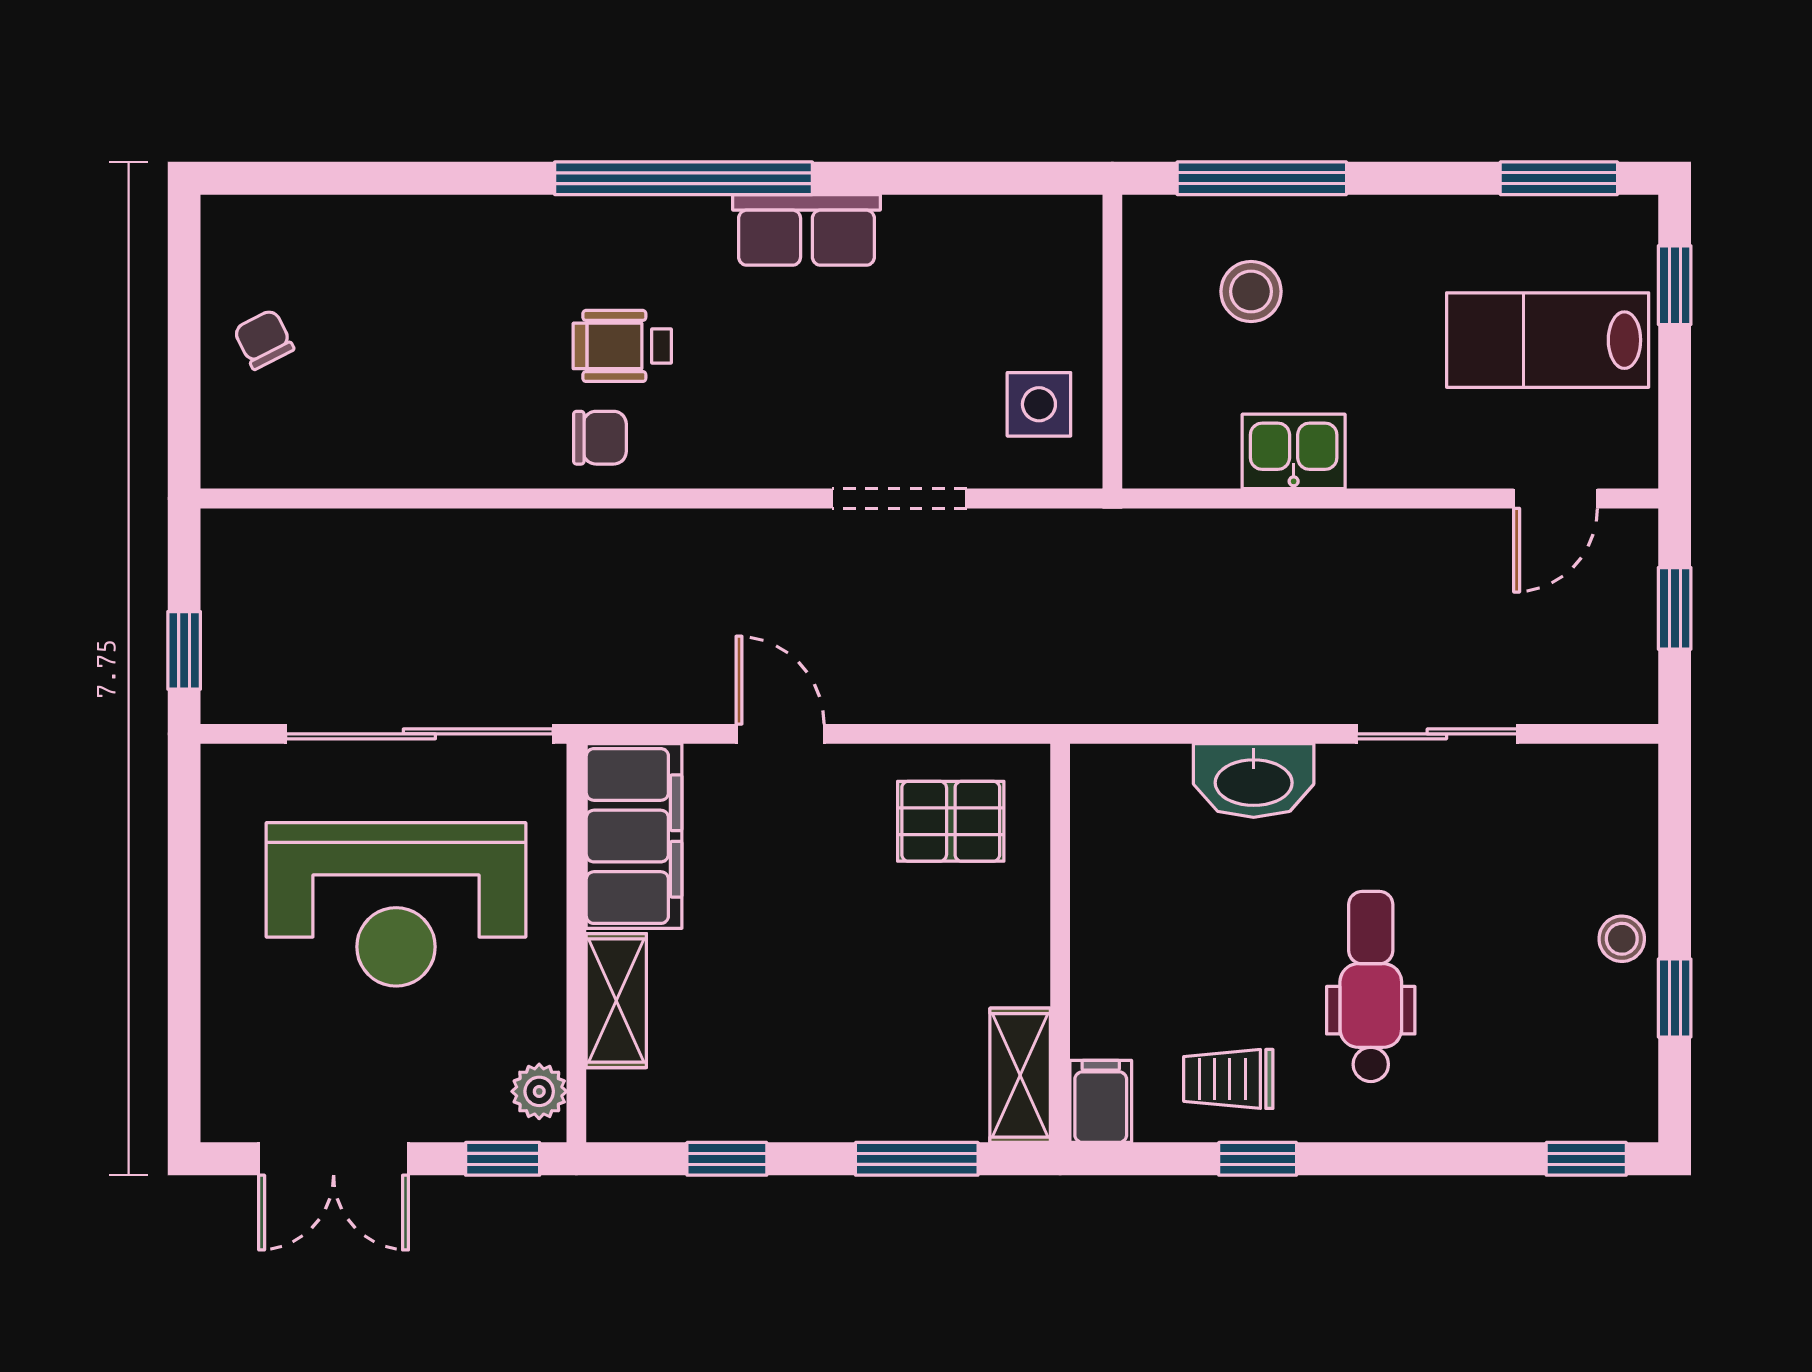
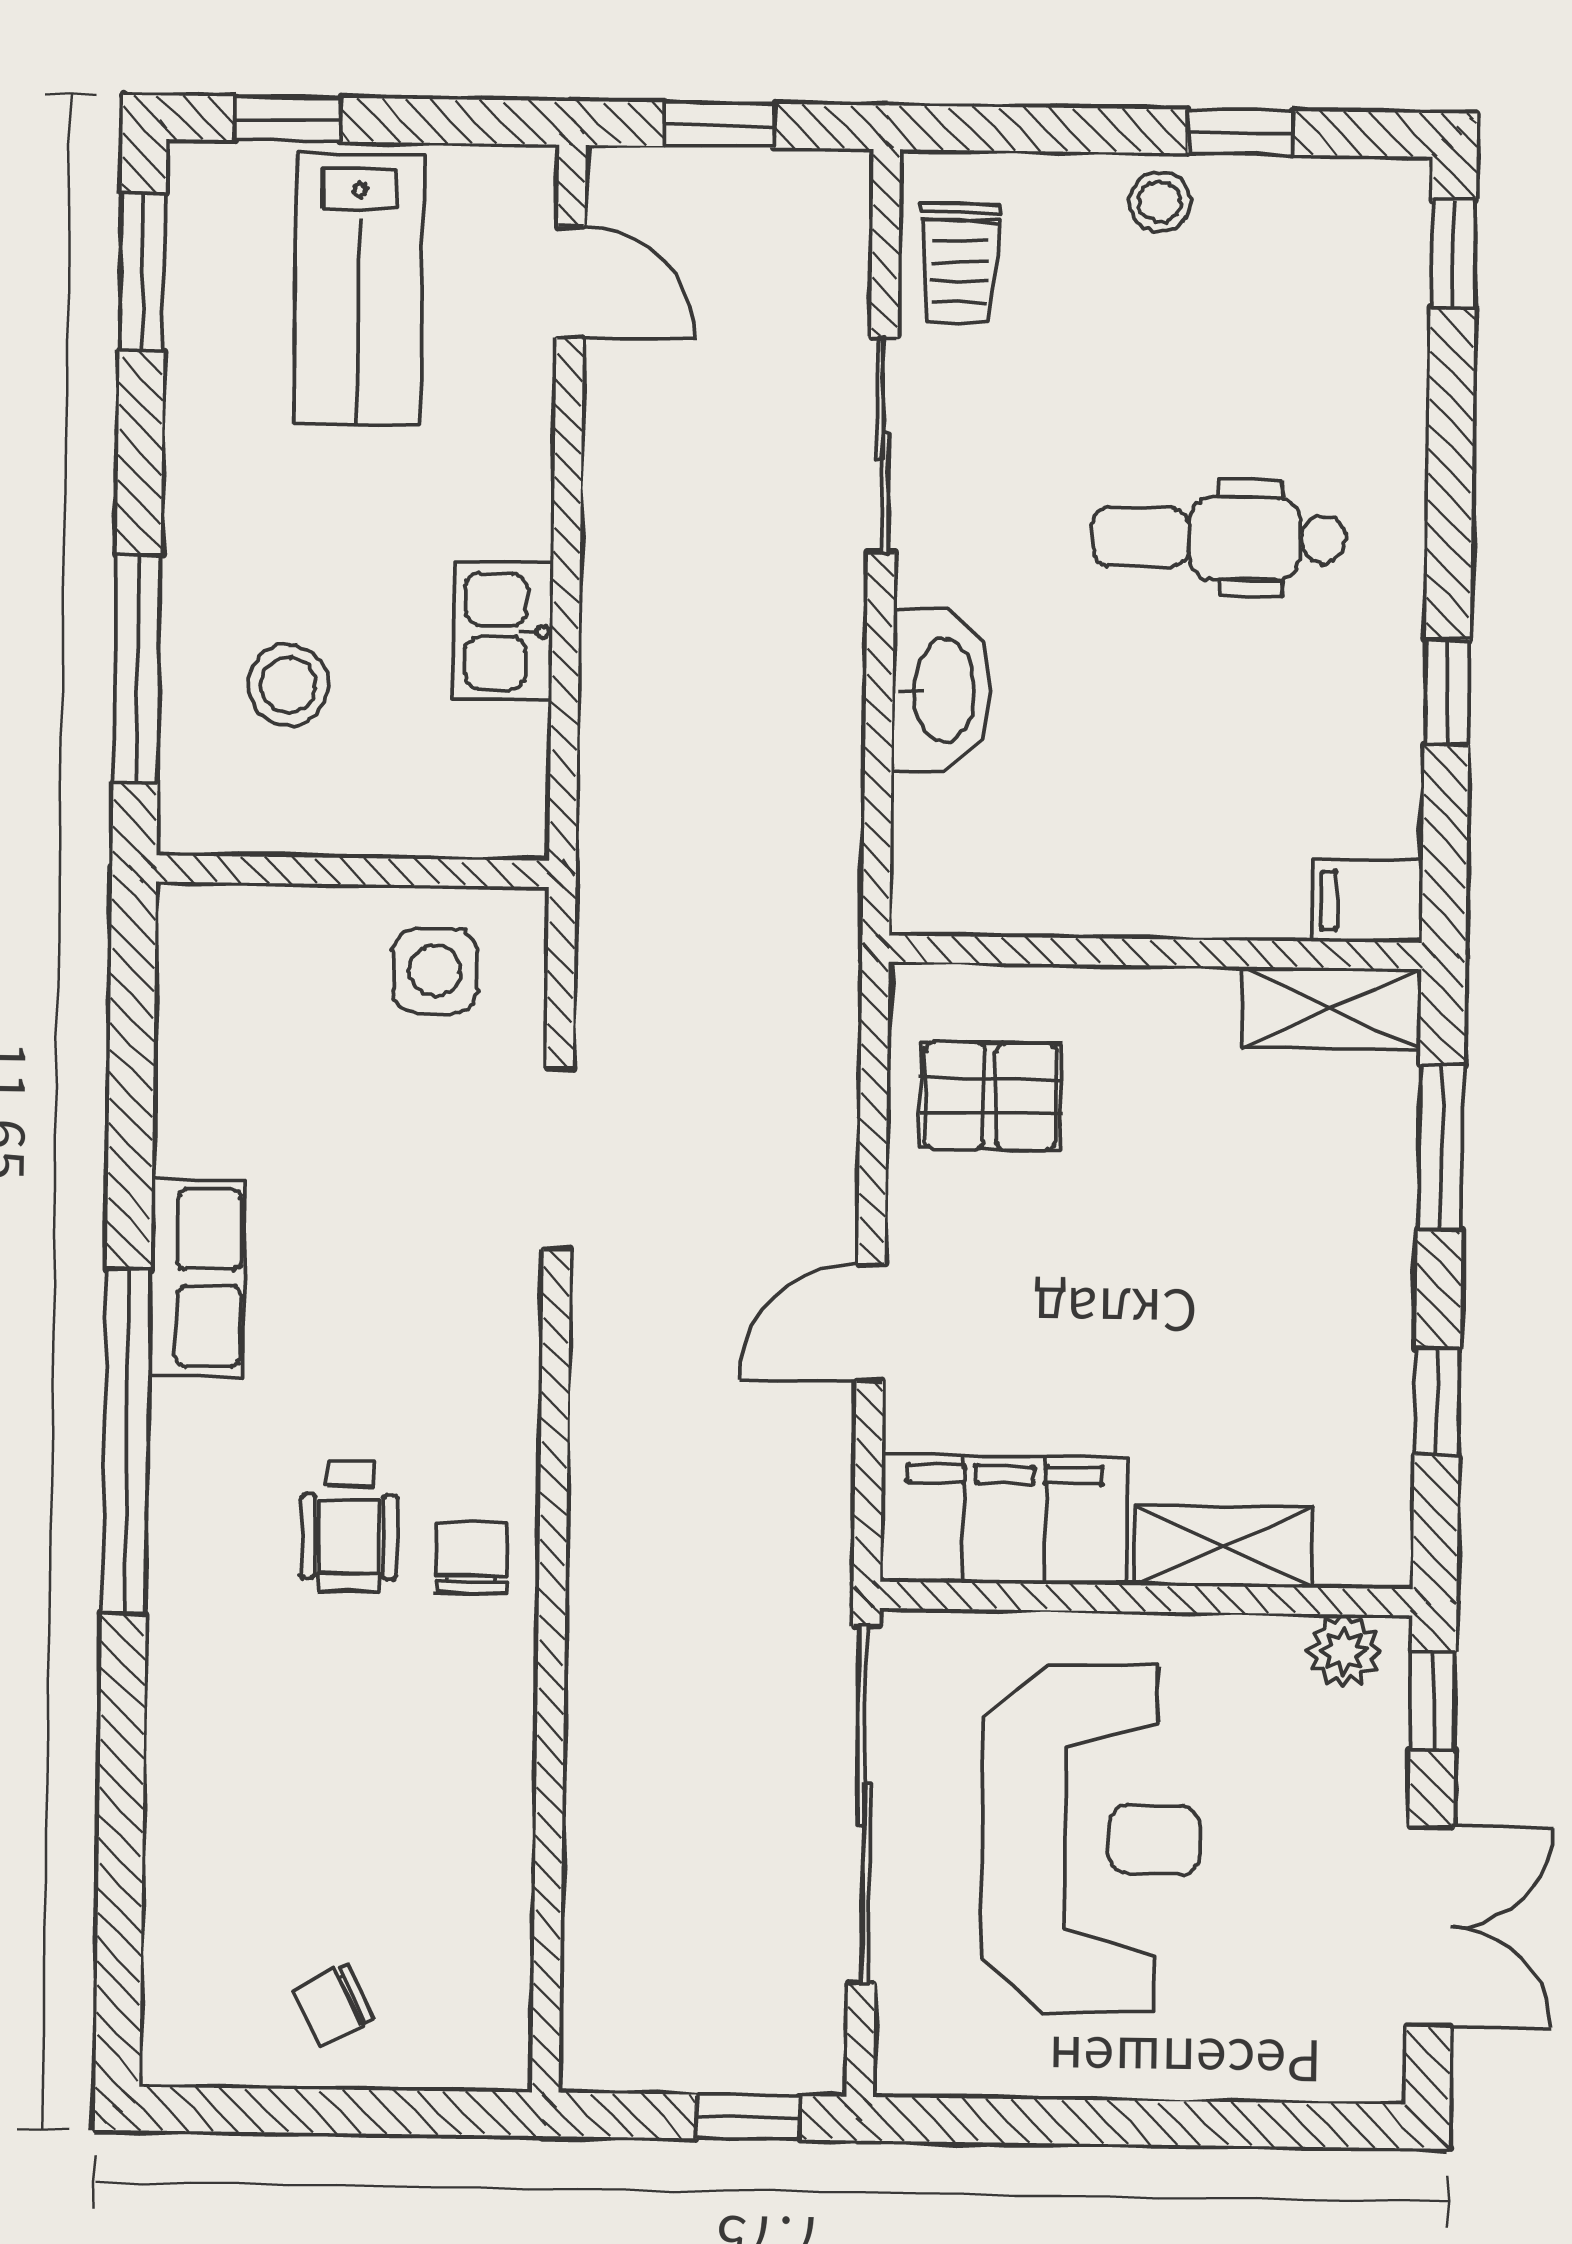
pallet: (951, 821) -> (990, 1096), turned 90
trolley: (1228, 1079) -> (960, 263), moved

